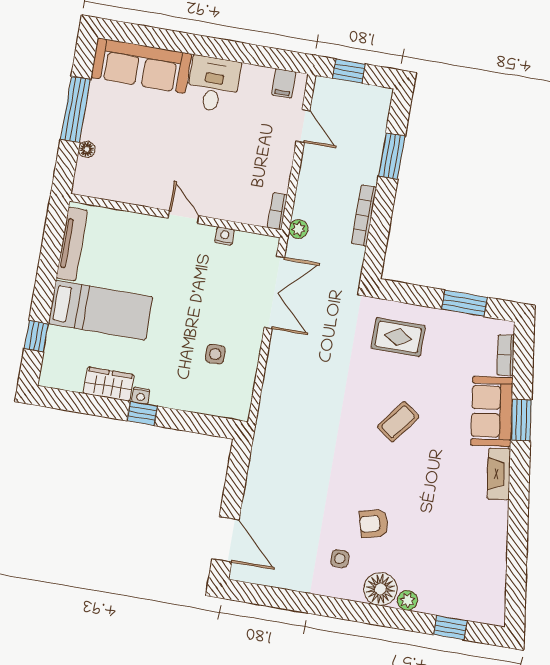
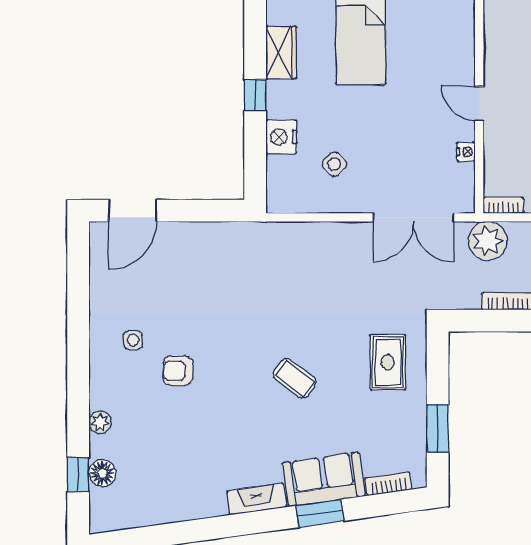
door: (184, 217) -> (479, 103), swing flipped
plant: (298, 229) -> (488, 241), width x1.87, depth x1.87
side table: (215, 354) -> (334, 164), turned 45
nightstand: (141, 396) -> (281, 137), moved, width x1.89, depth x1.79
armchair: (374, 523) -> (178, 371), turned -75
floor lamp: (380, 589) -> (102, 473), moved, width x0.73, depth x0.73

